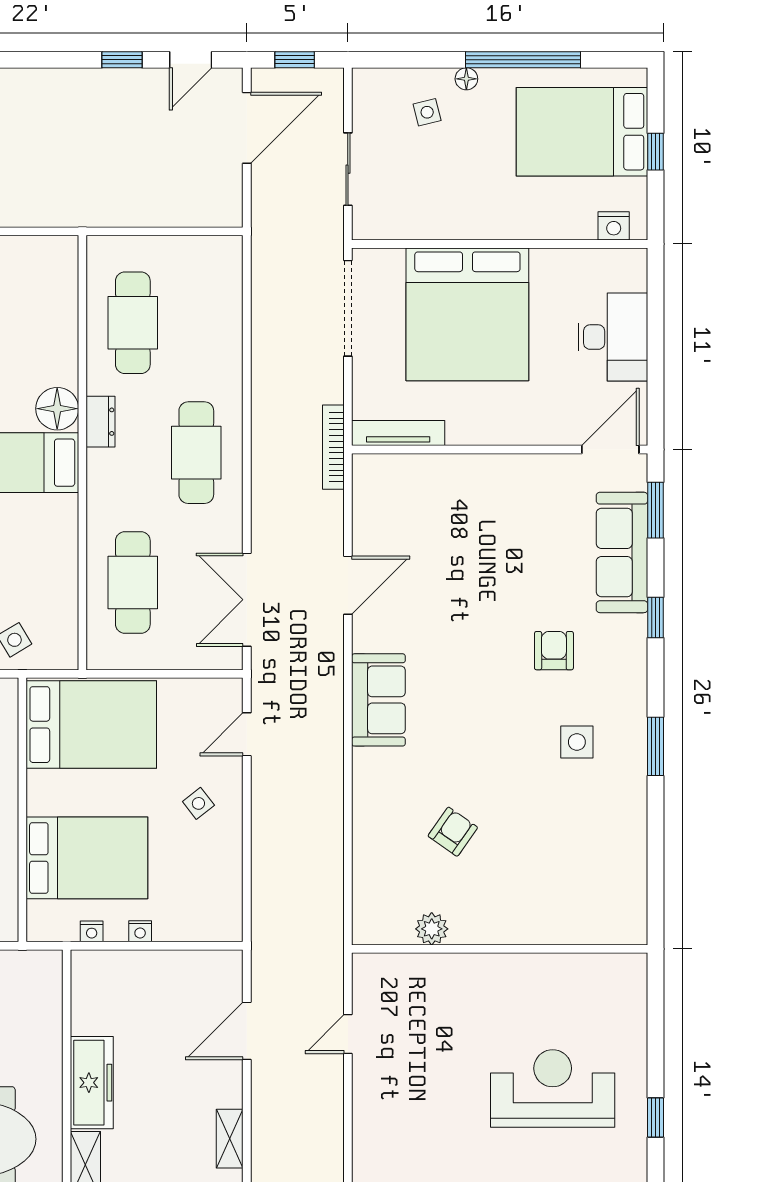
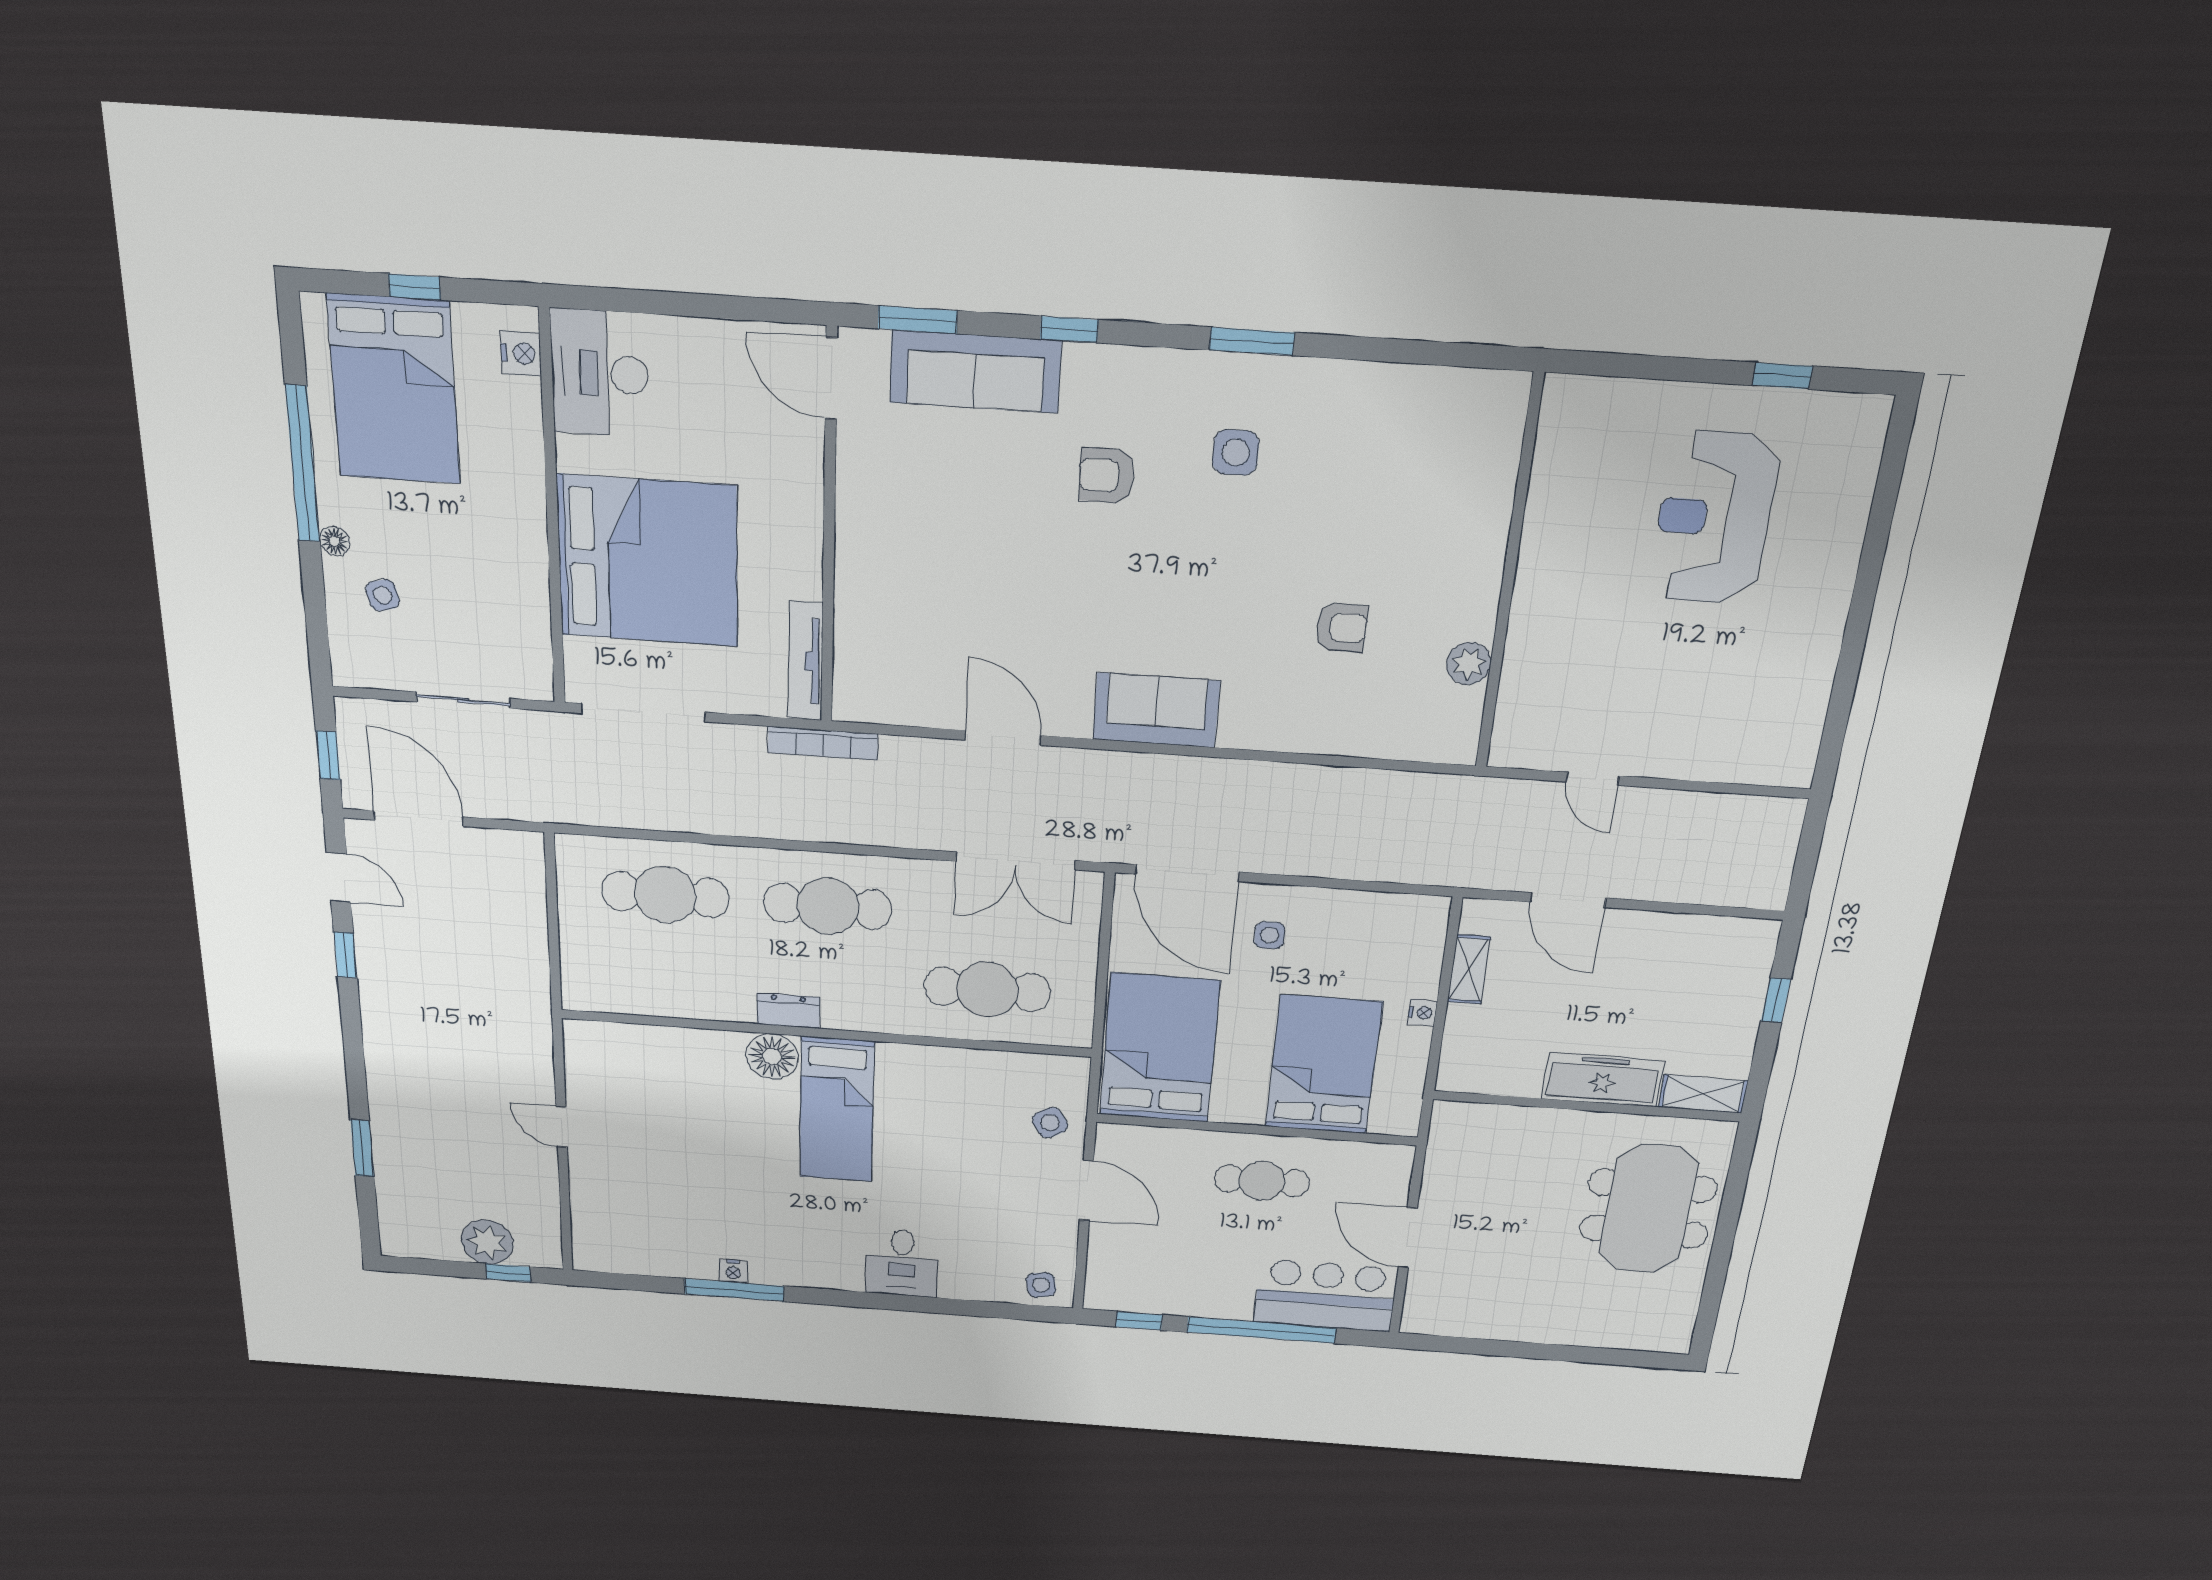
cafe table: (133, 323) -> (665, 895), moved
desk: (613, 337) -> (600, 373), moved, turned -90
door: (247, 734) -> (1187, 873), width x1.87
side table: (198, 803) -> (1270, 935), turned 38
armchair: (453, 832) -> (1341, 627), turned 145
nightstand: (92, 931) -> (1415, 1066), removed
shelving: (230, 1139) -> (1469, 969), moved, turned 90

